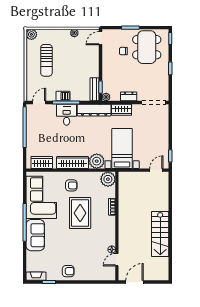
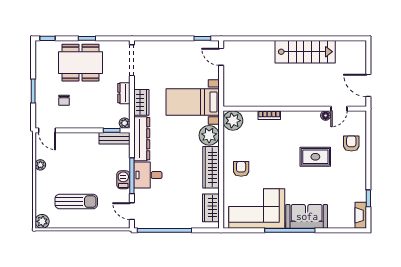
dining table: (147, 47) -> (80, 63), moved
rug: (80, 213) -> (315, 157), moved, width x0.73, depth x0.70
door: (117, 260) -> (339, 109), hinge flipped
armchair: (68, 271) -> (351, 143), moved

